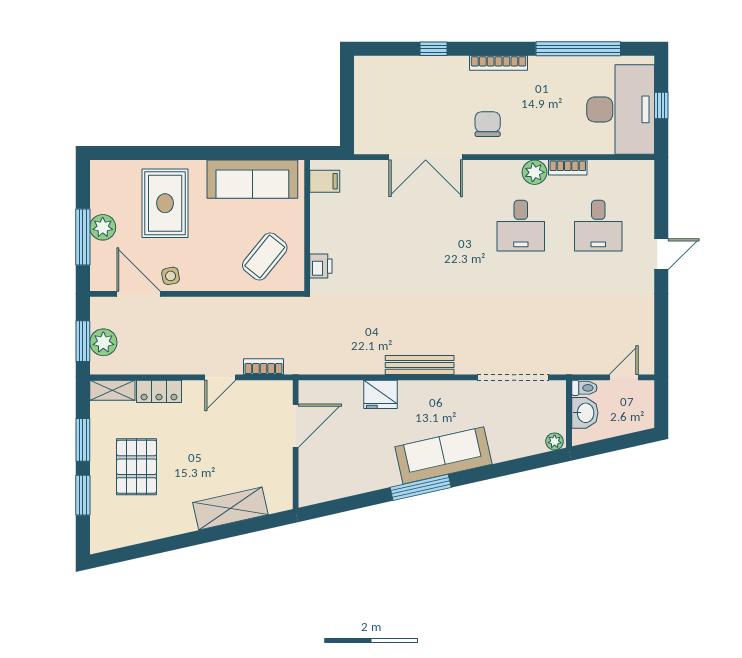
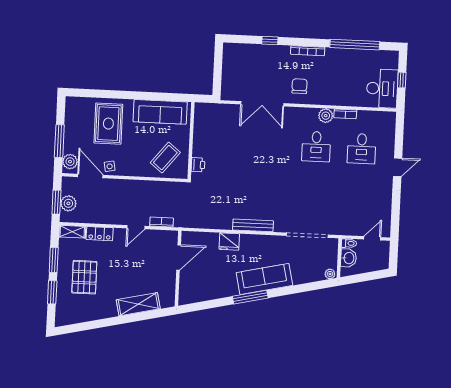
desk: (621, 109) -> (382, 88), width x0.73, depth x0.77
filing cabinet: (325, 181) -> (203, 115), removed
plant: (103, 227) -> (70, 162), moved

